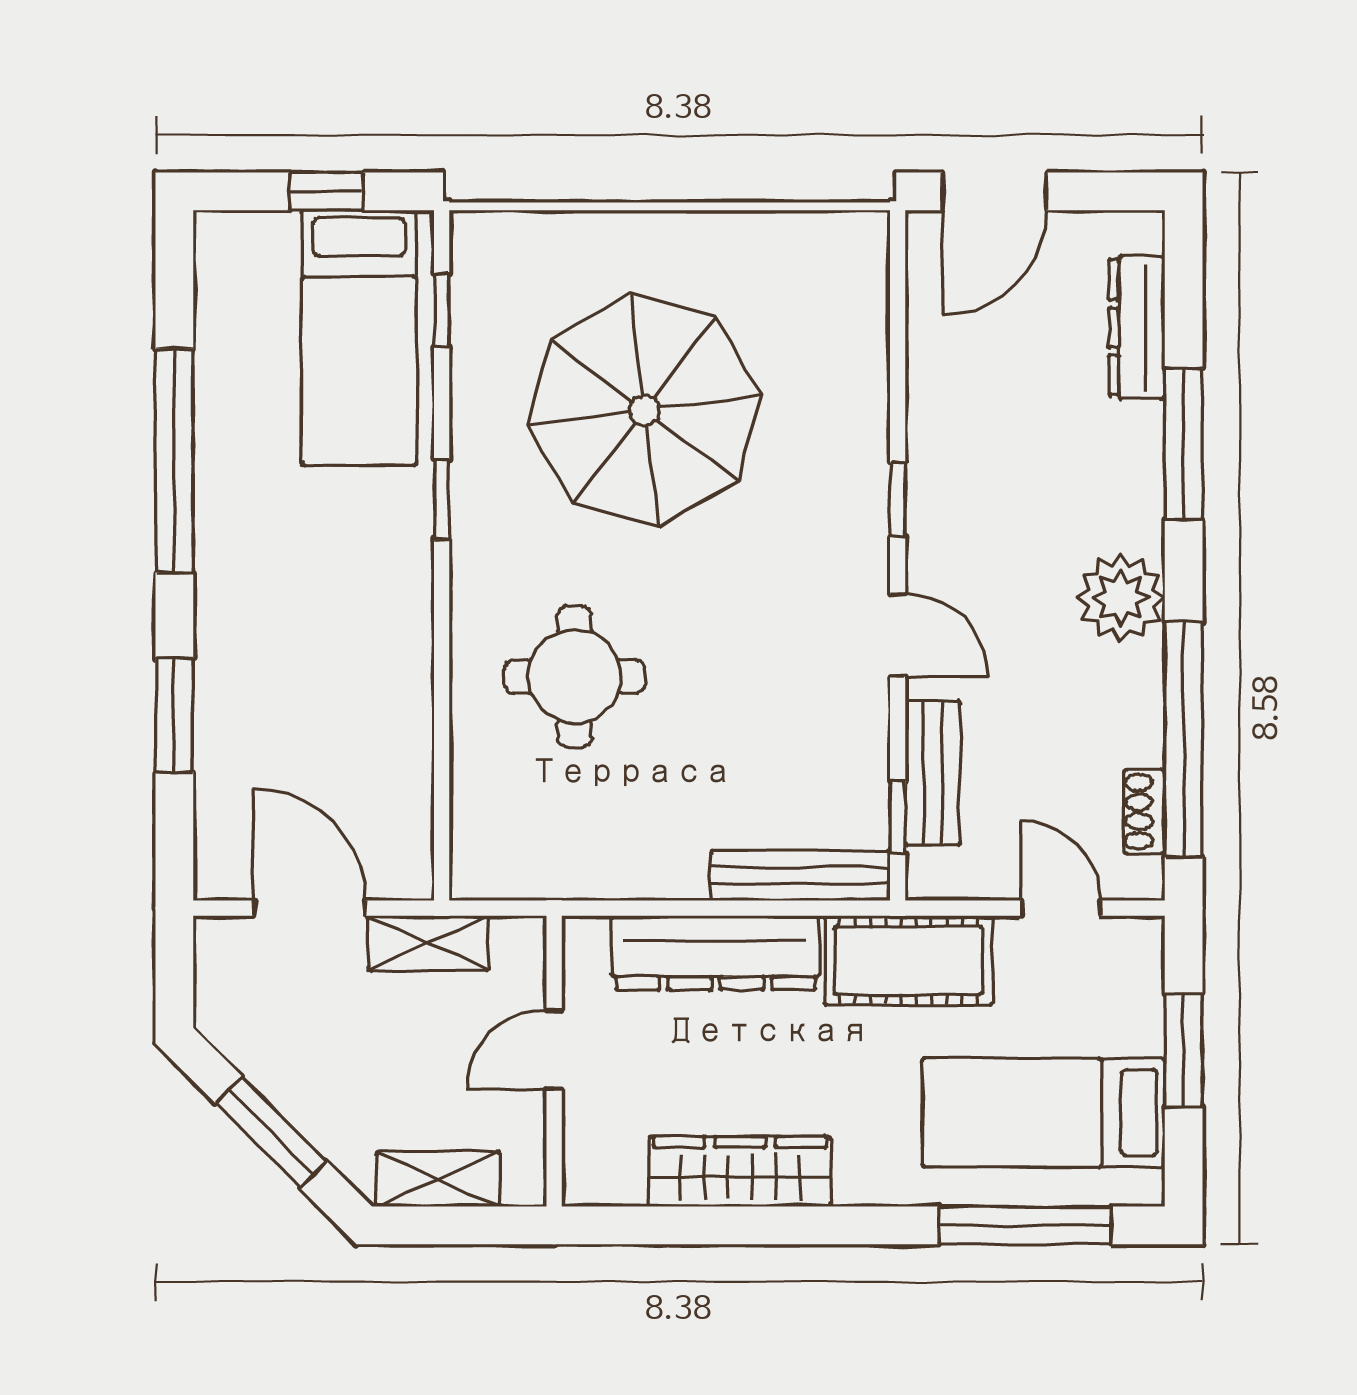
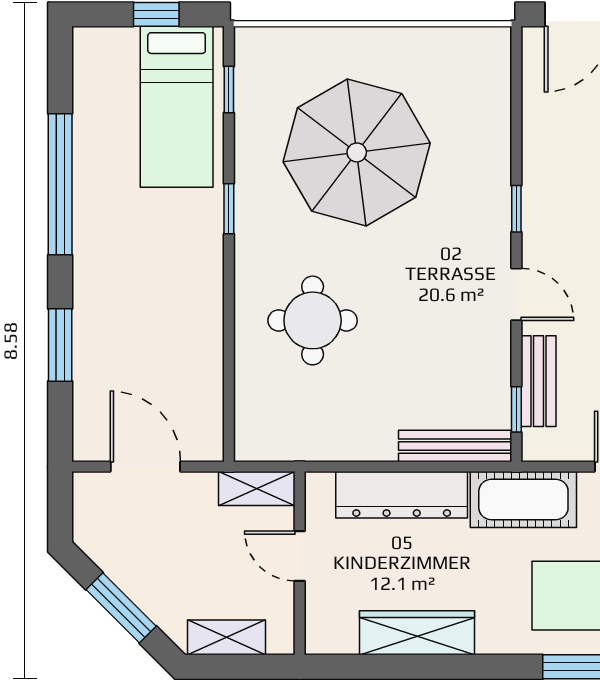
shelving: (428, 943) -> (257, 489), moved
door: (554, 1050) -> (300, 556), hinge flipped

